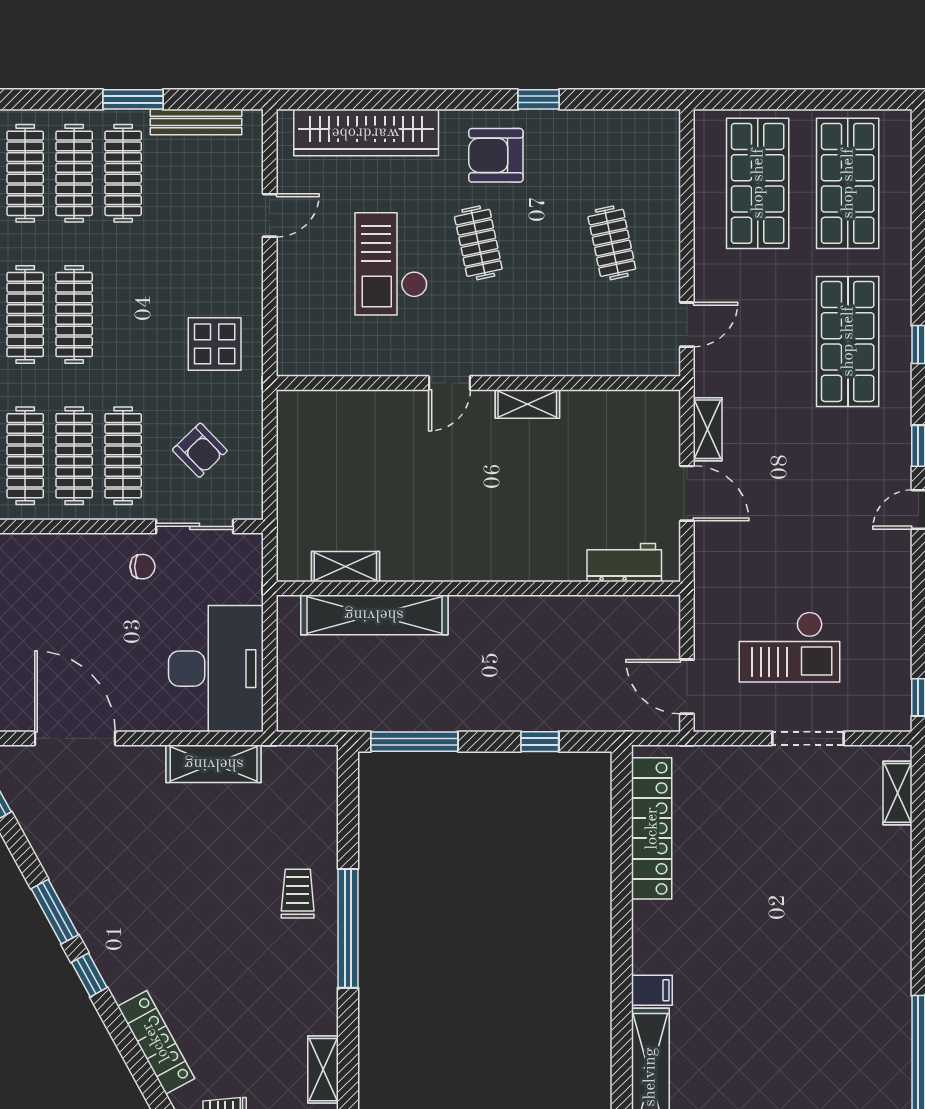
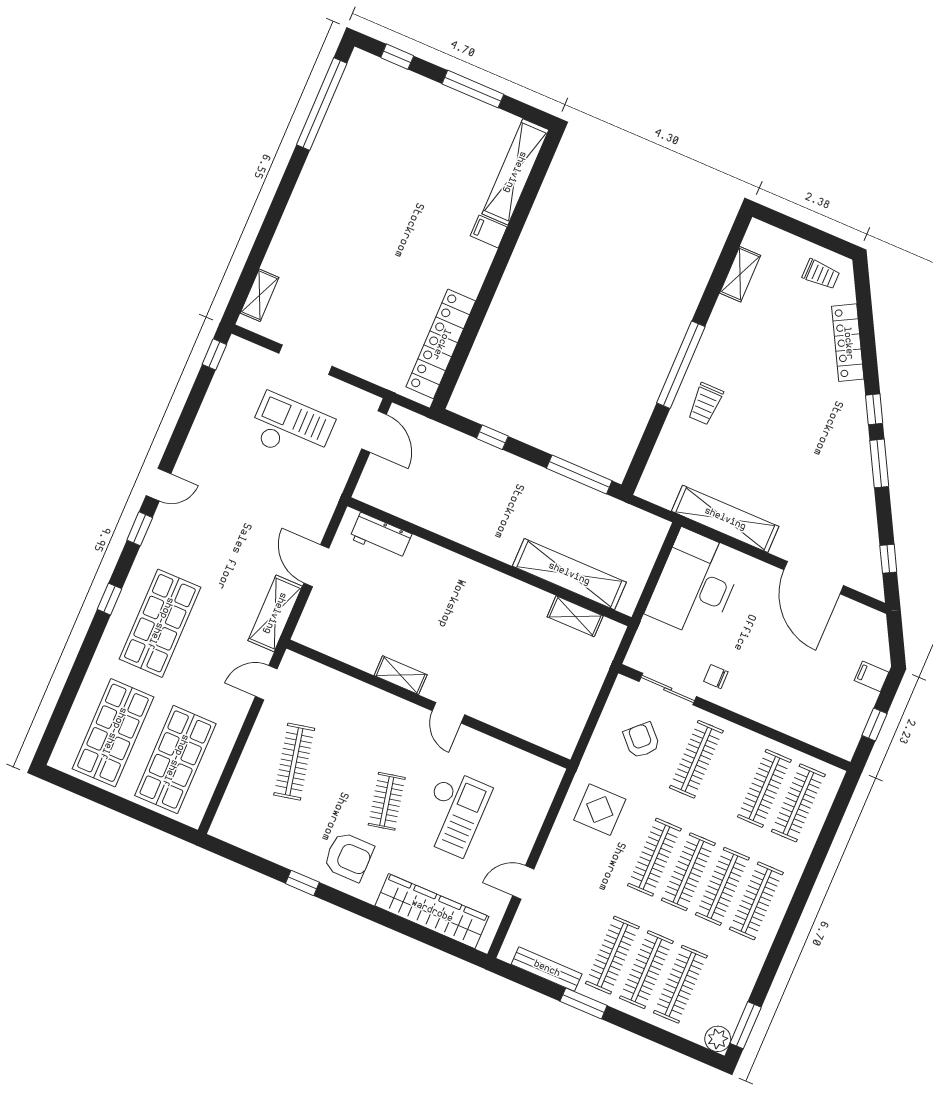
clothes rail: (612, 243) -> (294, 762), width x1.36
door: (449, 383) -> (448, 713), swing flipped
shelving: (708, 429) -> (275, 613), width x1.50, depth x1.33
clothes rail: (74, 456) -> (654, 857), moved
shelving: (214, 764) -> (725, 519), width x1.47

